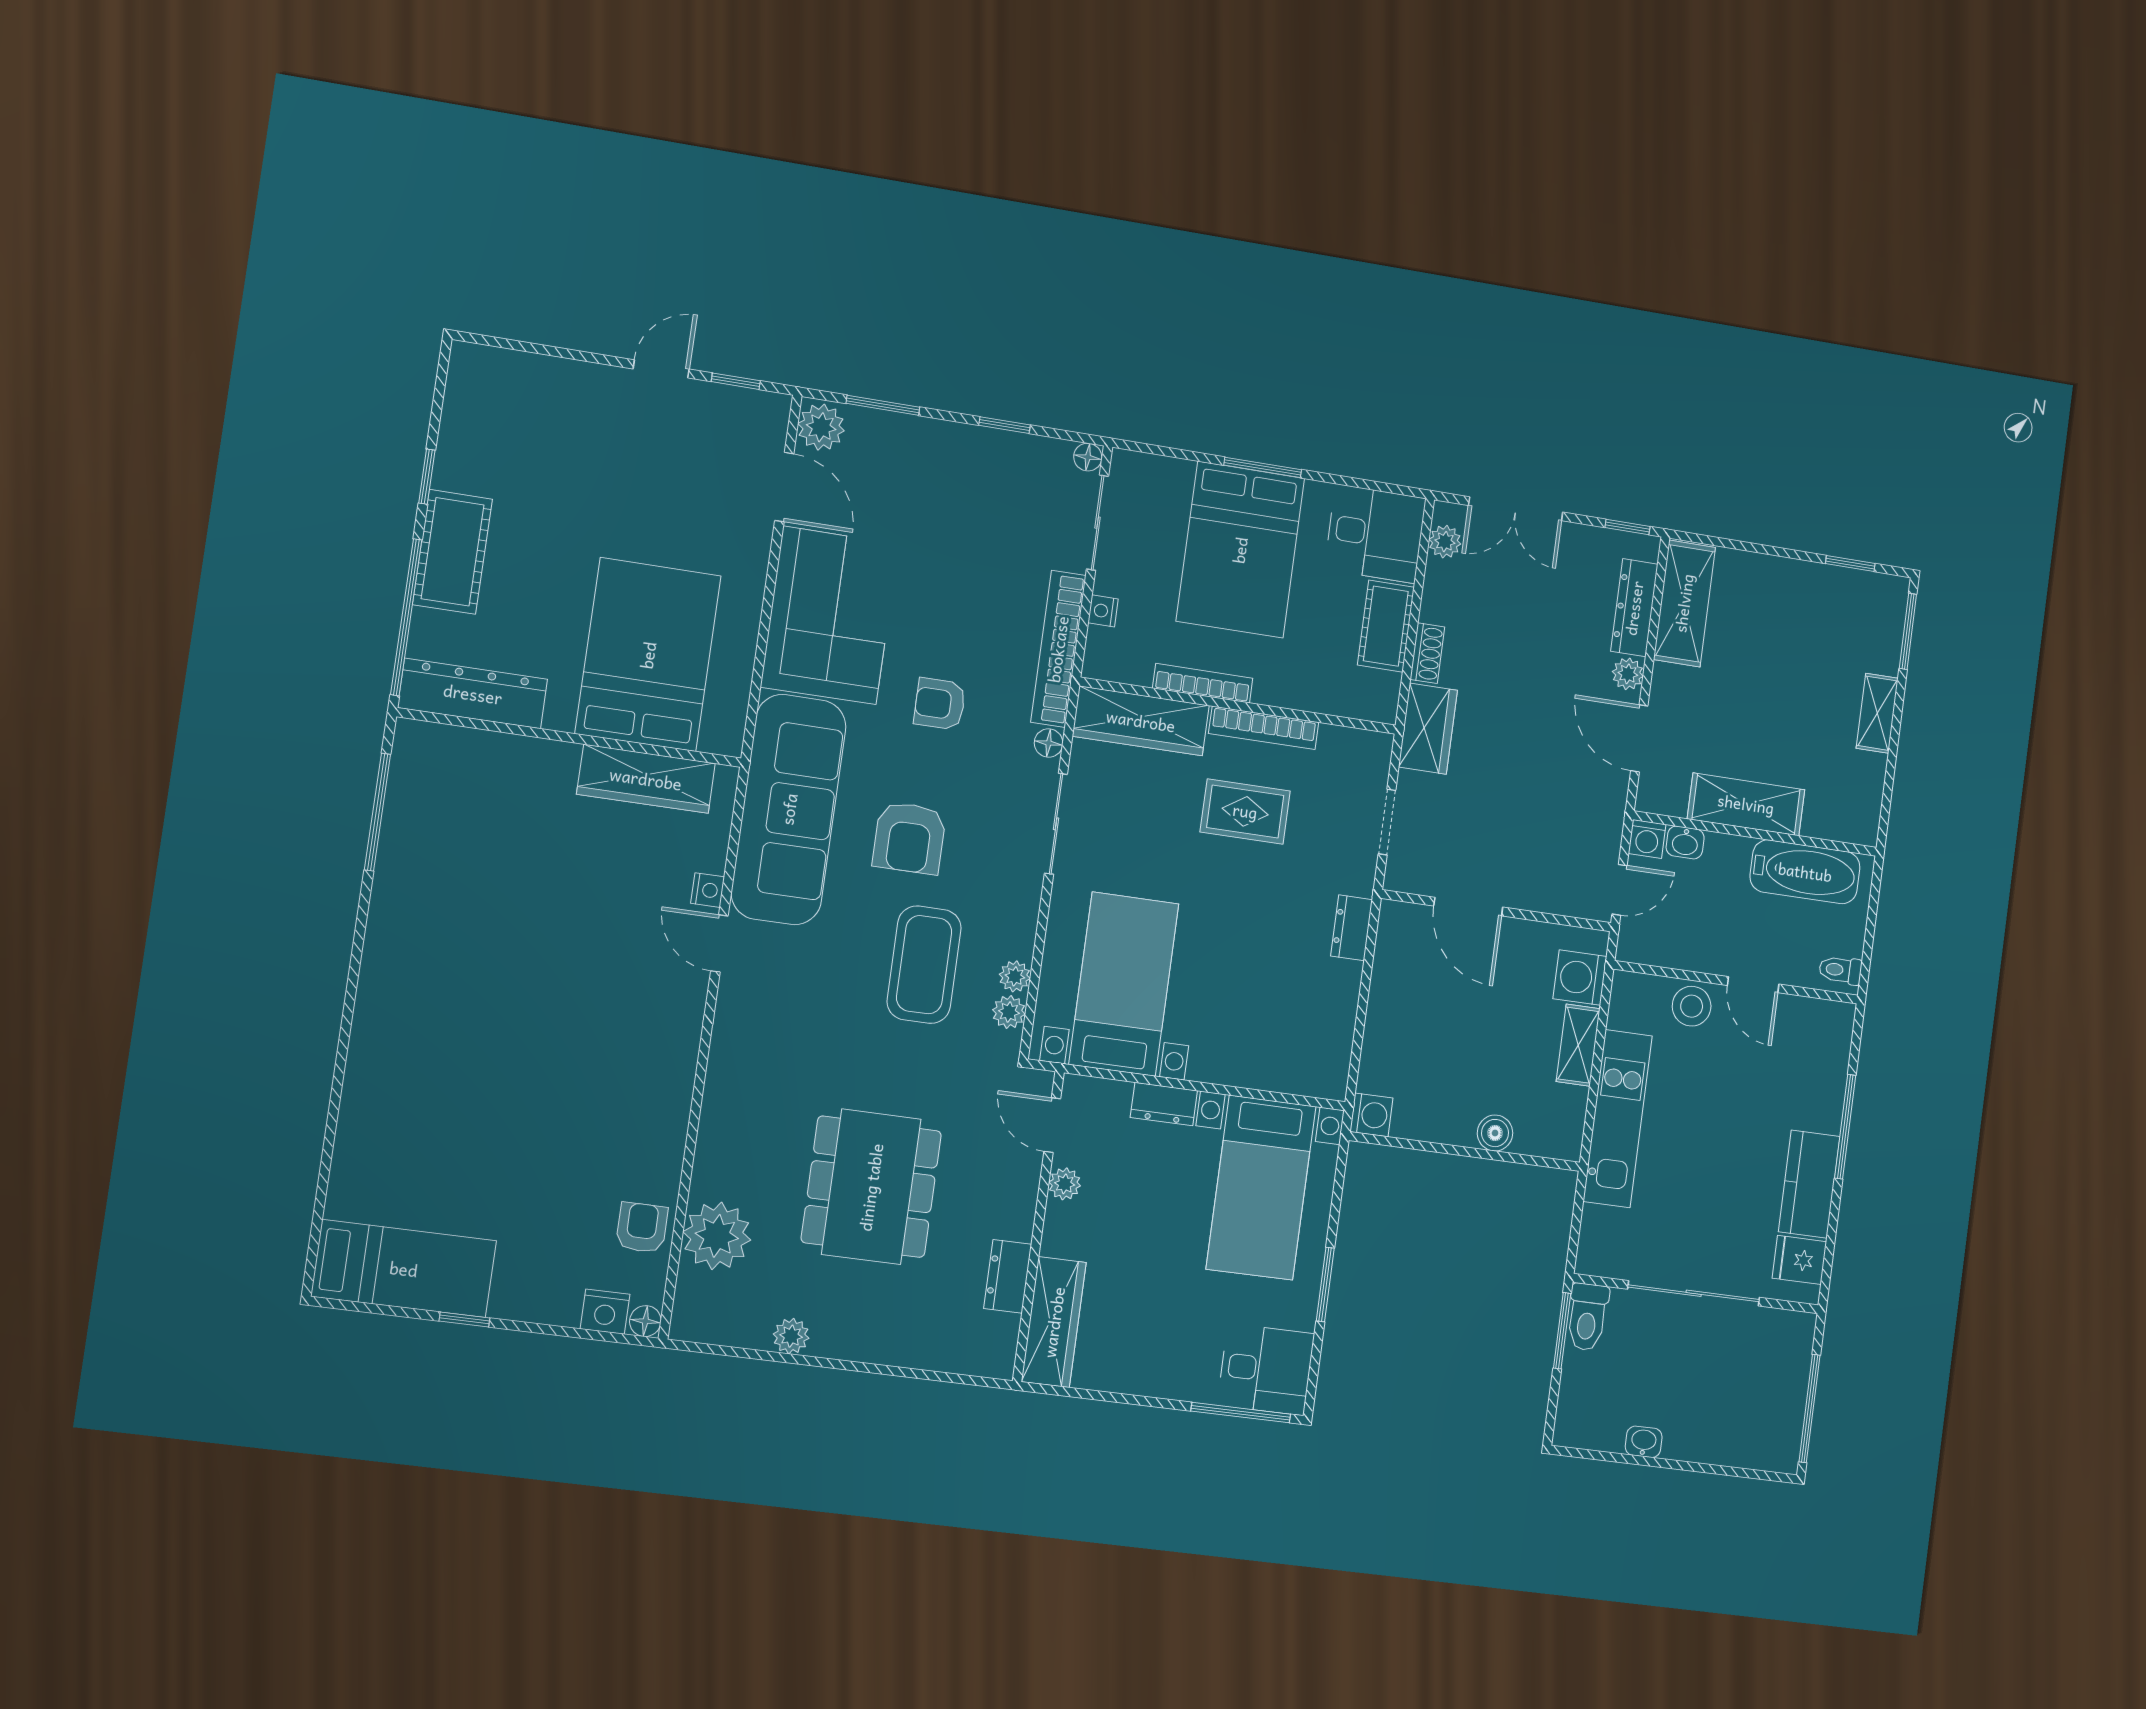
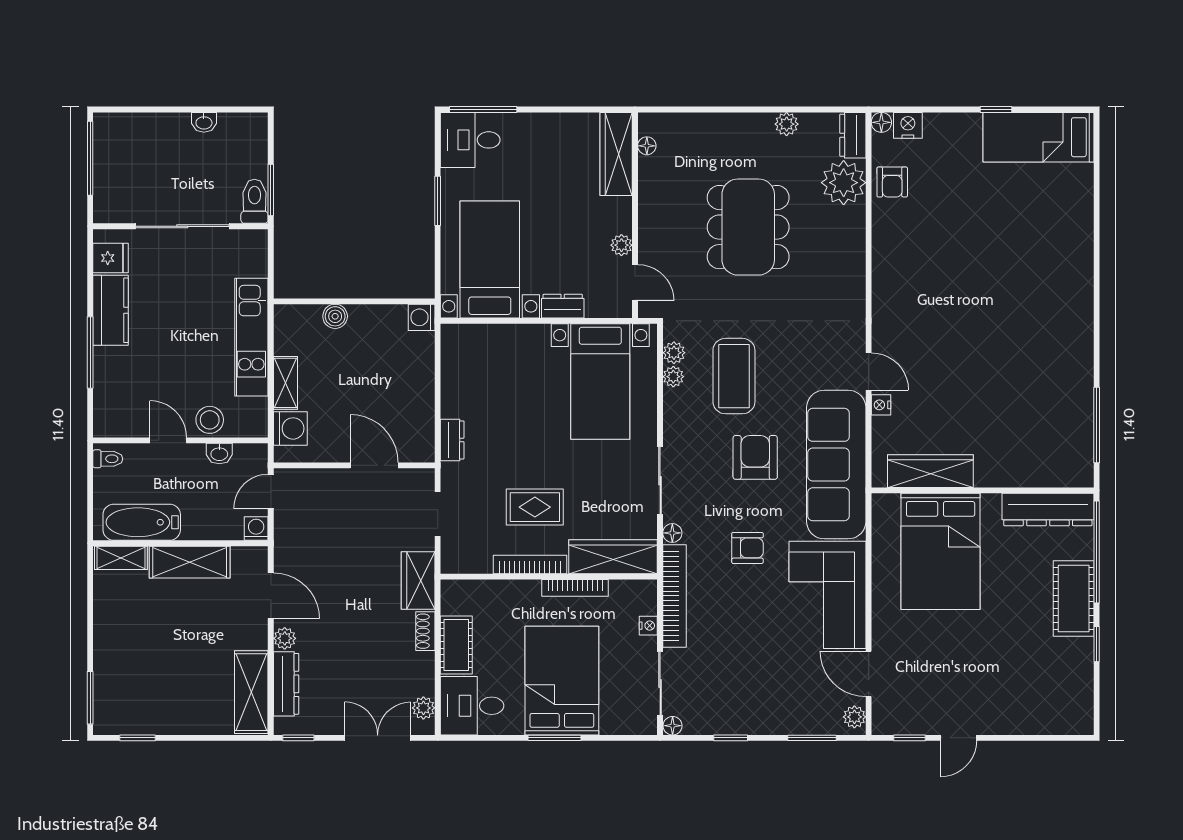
plant: (821, 427) -> (854, 717), width x0.73, depth x0.73
shelving: (1877, 713) -> (121, 558), moved, turned 90
washbasin: (1685, 842) -> (219, 454), moved, turned 180
dresser: (1008, 1276) -> (853, 135), moved, turned 180
floor lamp: (1006, 1329) -> (647, 146), added

